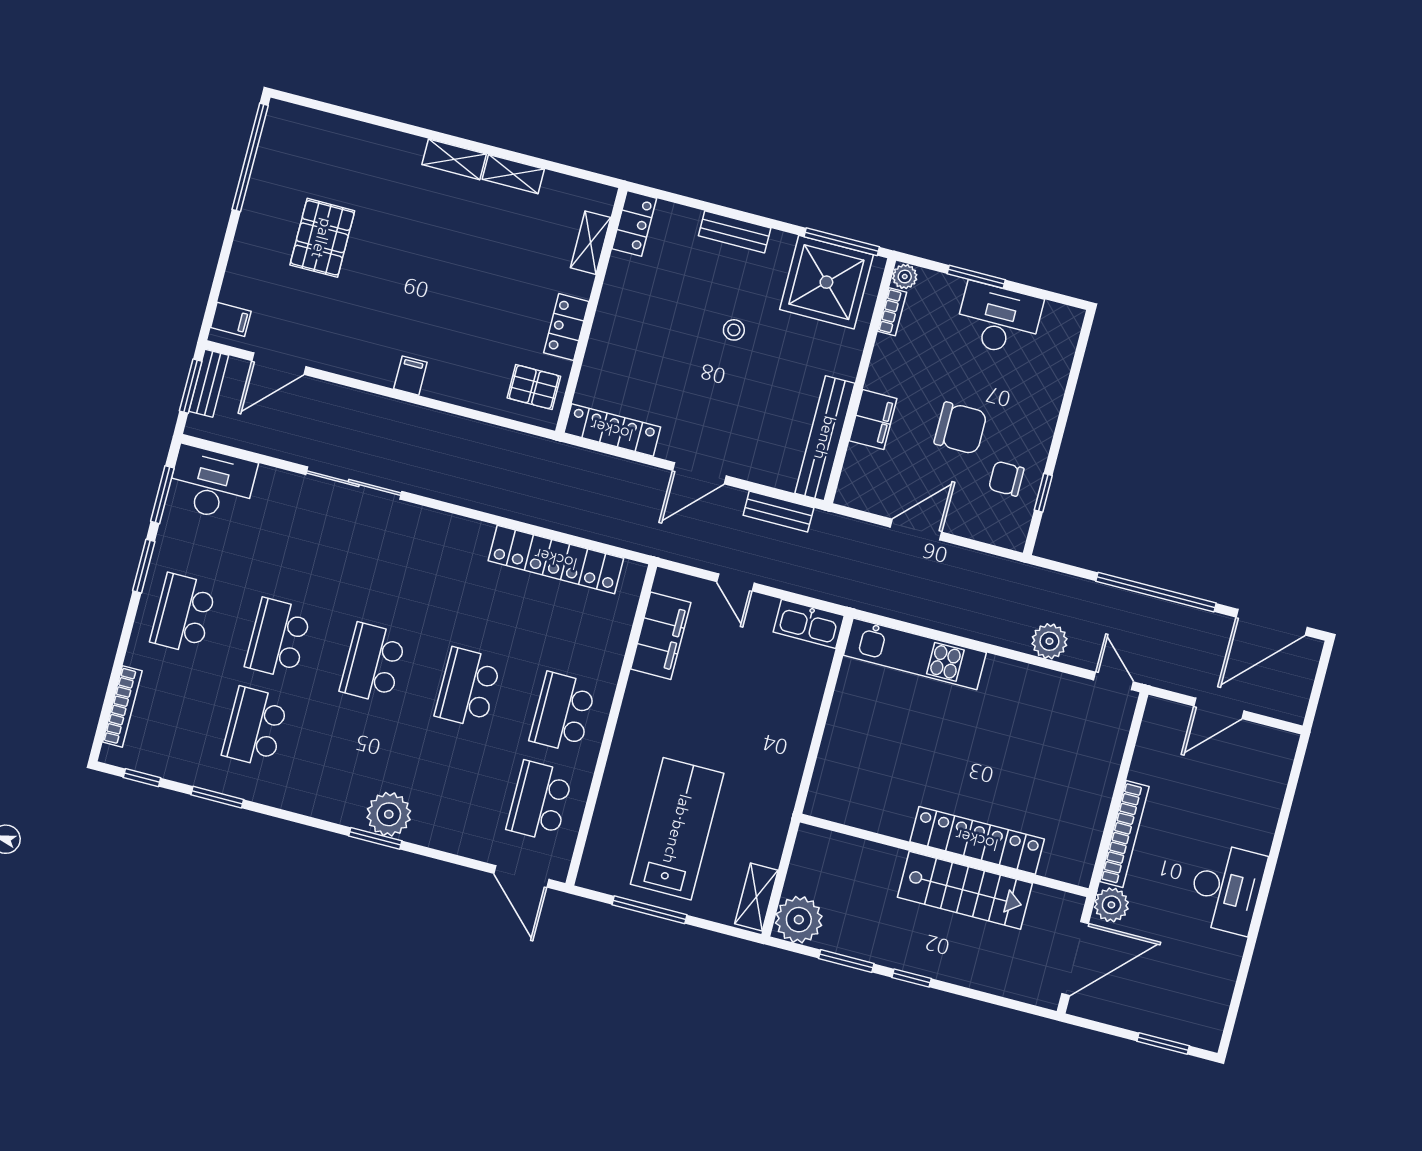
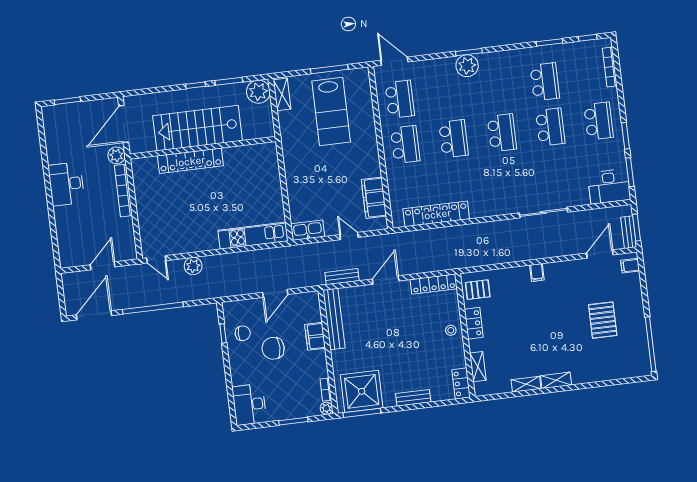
desk: (999, 319) -> (249, 404), moved, turned 90
stool: (734, 330) -> (451, 330), moved
stairs: (965, 890) -> (198, 128), width x1.36, depth x1.51

